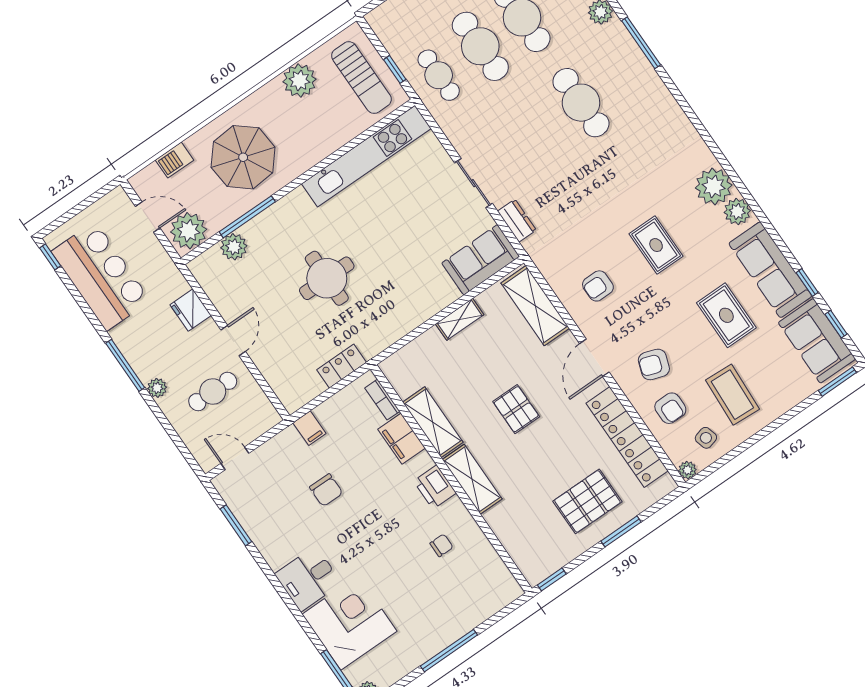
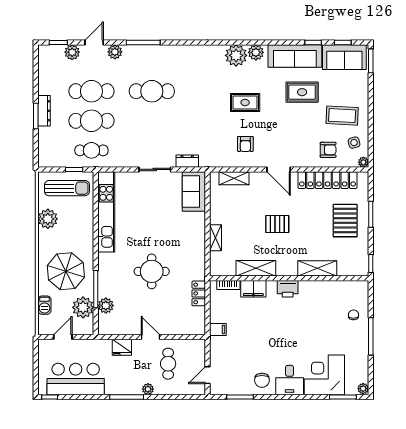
plant: (189, 231) -> (83, 307), moved
shelving: (535, 306) -> (234, 178), width x0.67, depth x0.75
shelving: (460, 319) -> (215, 238), moved
armchair: (654, 364) -> (302, 143), removed
shelving: (472, 479) -> (317, 268), moved
chair: (326, 490) -> (262, 380), moved, turned 90
chair: (441, 545) -> (353, 315), moved

